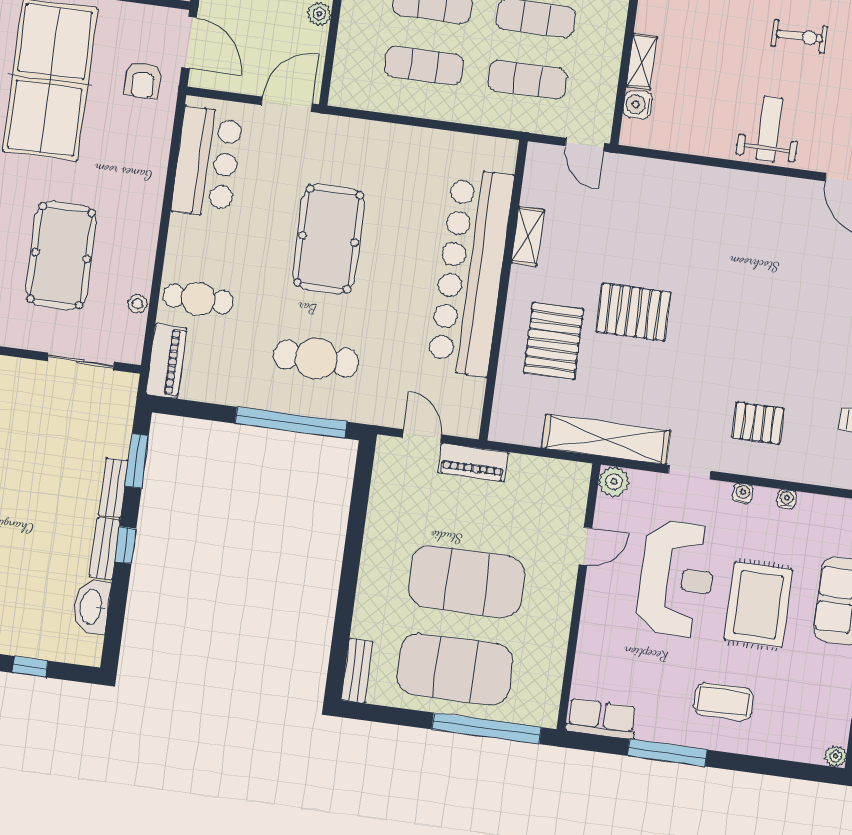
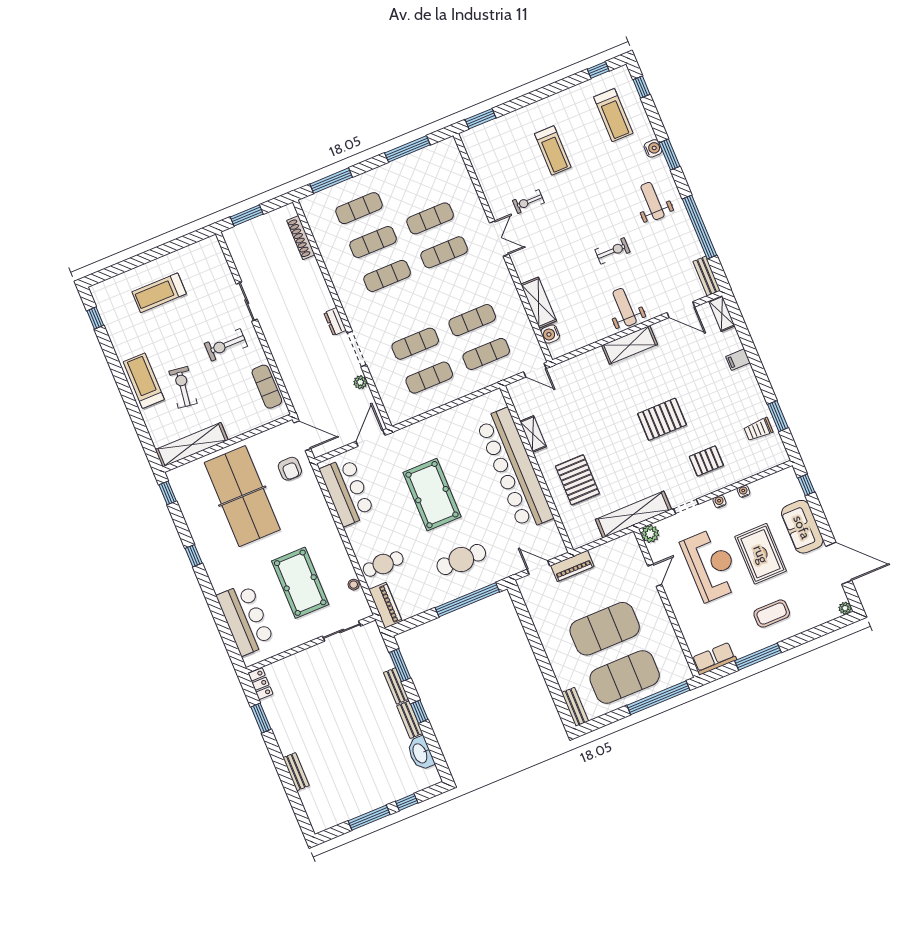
shelving: (642, 62) -> (539, 303), width x1.50, depth x1.33
shelving: (745, 188) -> (630, 345), added
pallet: (633, 312) -> (662, 419), moved

